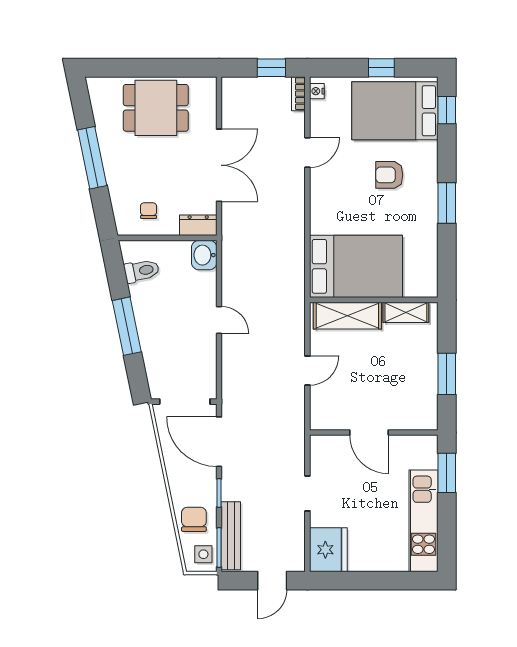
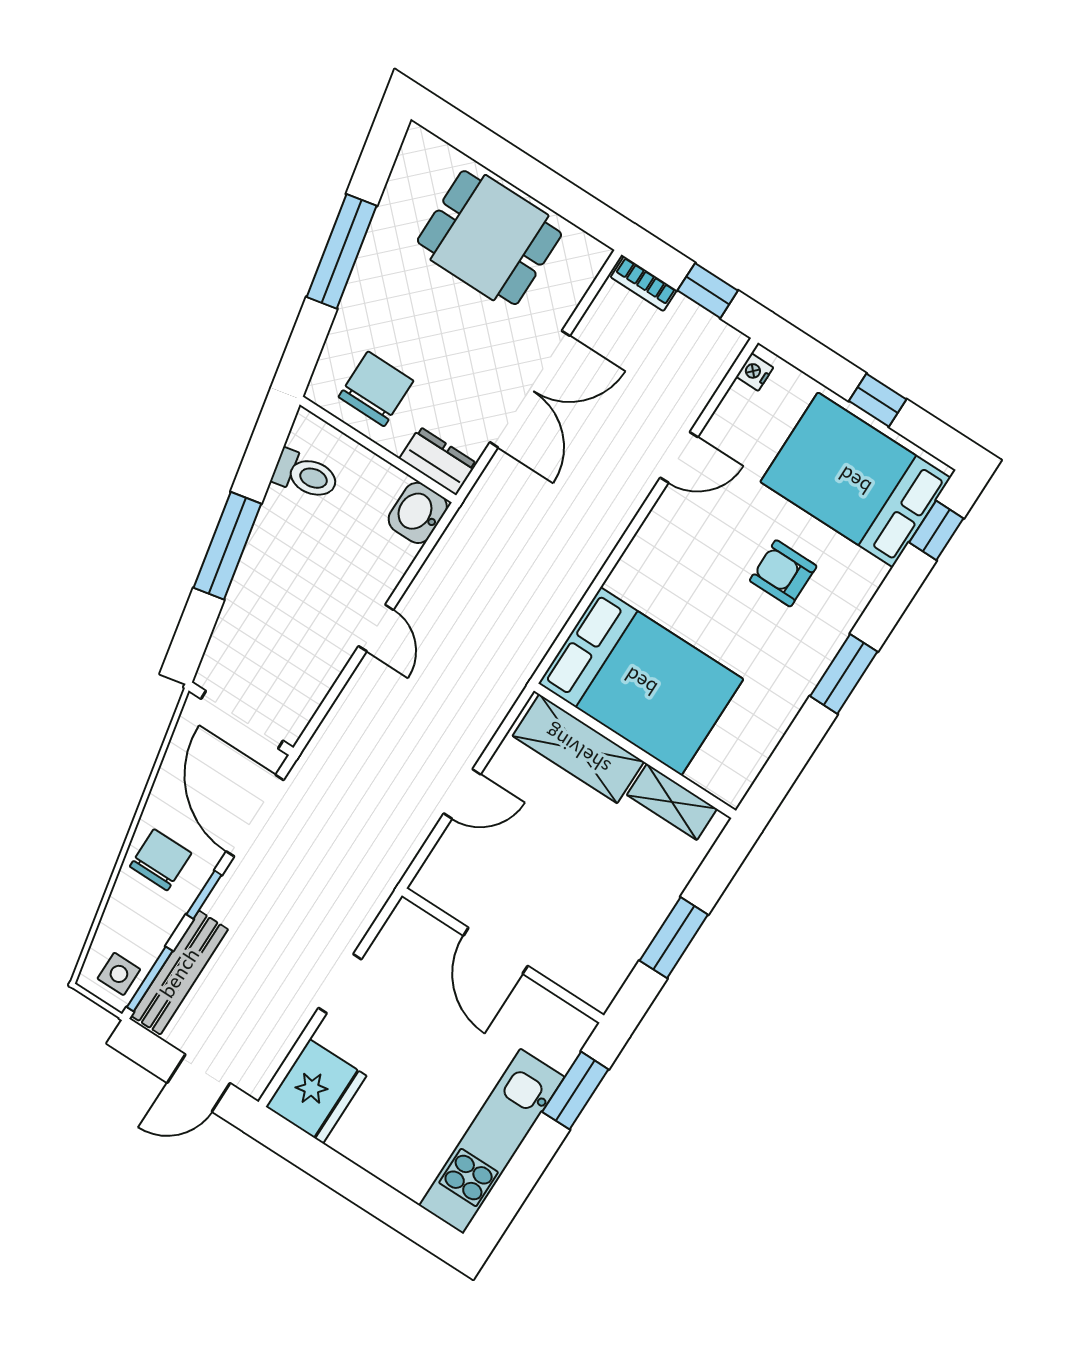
bookcase: (298, 94) -> (644, 284), moved, turned -90
chair: (149, 211) -> (376, 389), width x1.87, depth x1.87
chair: (194, 519) -> (161, 860), moved

